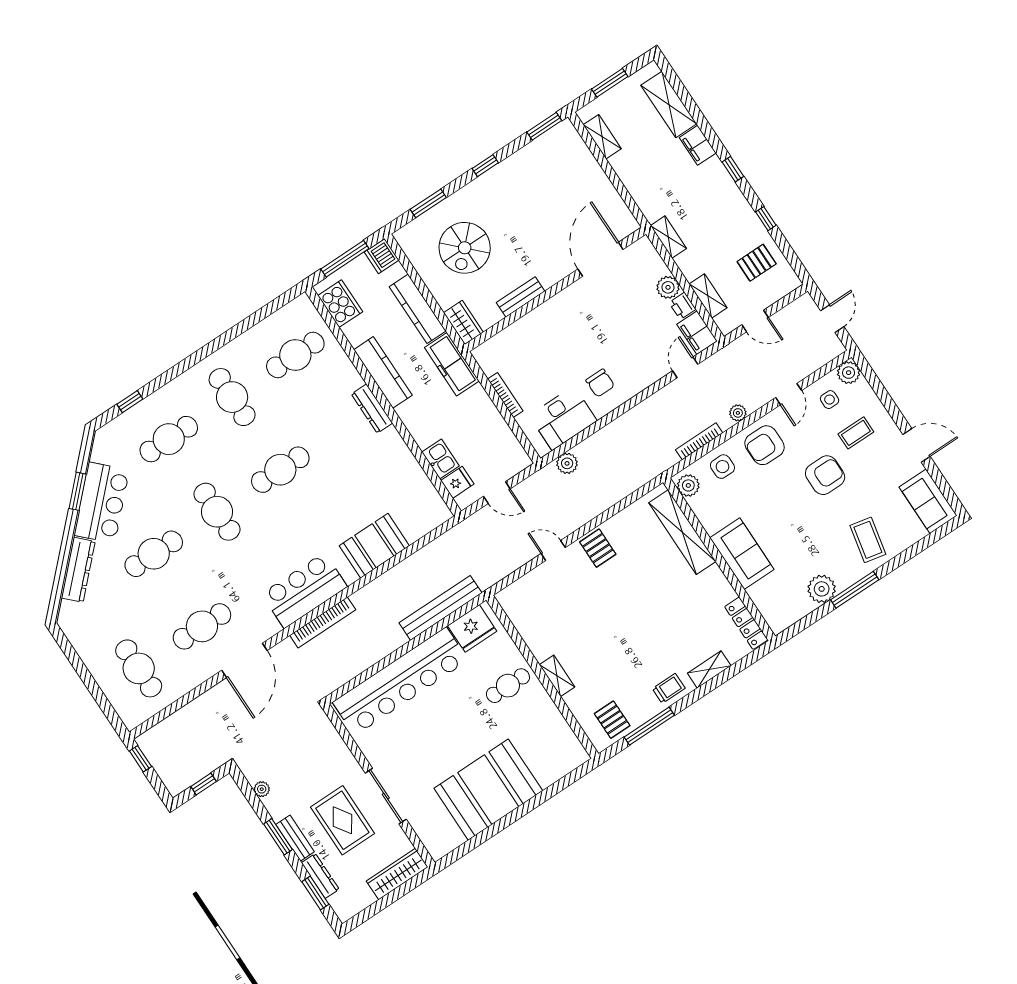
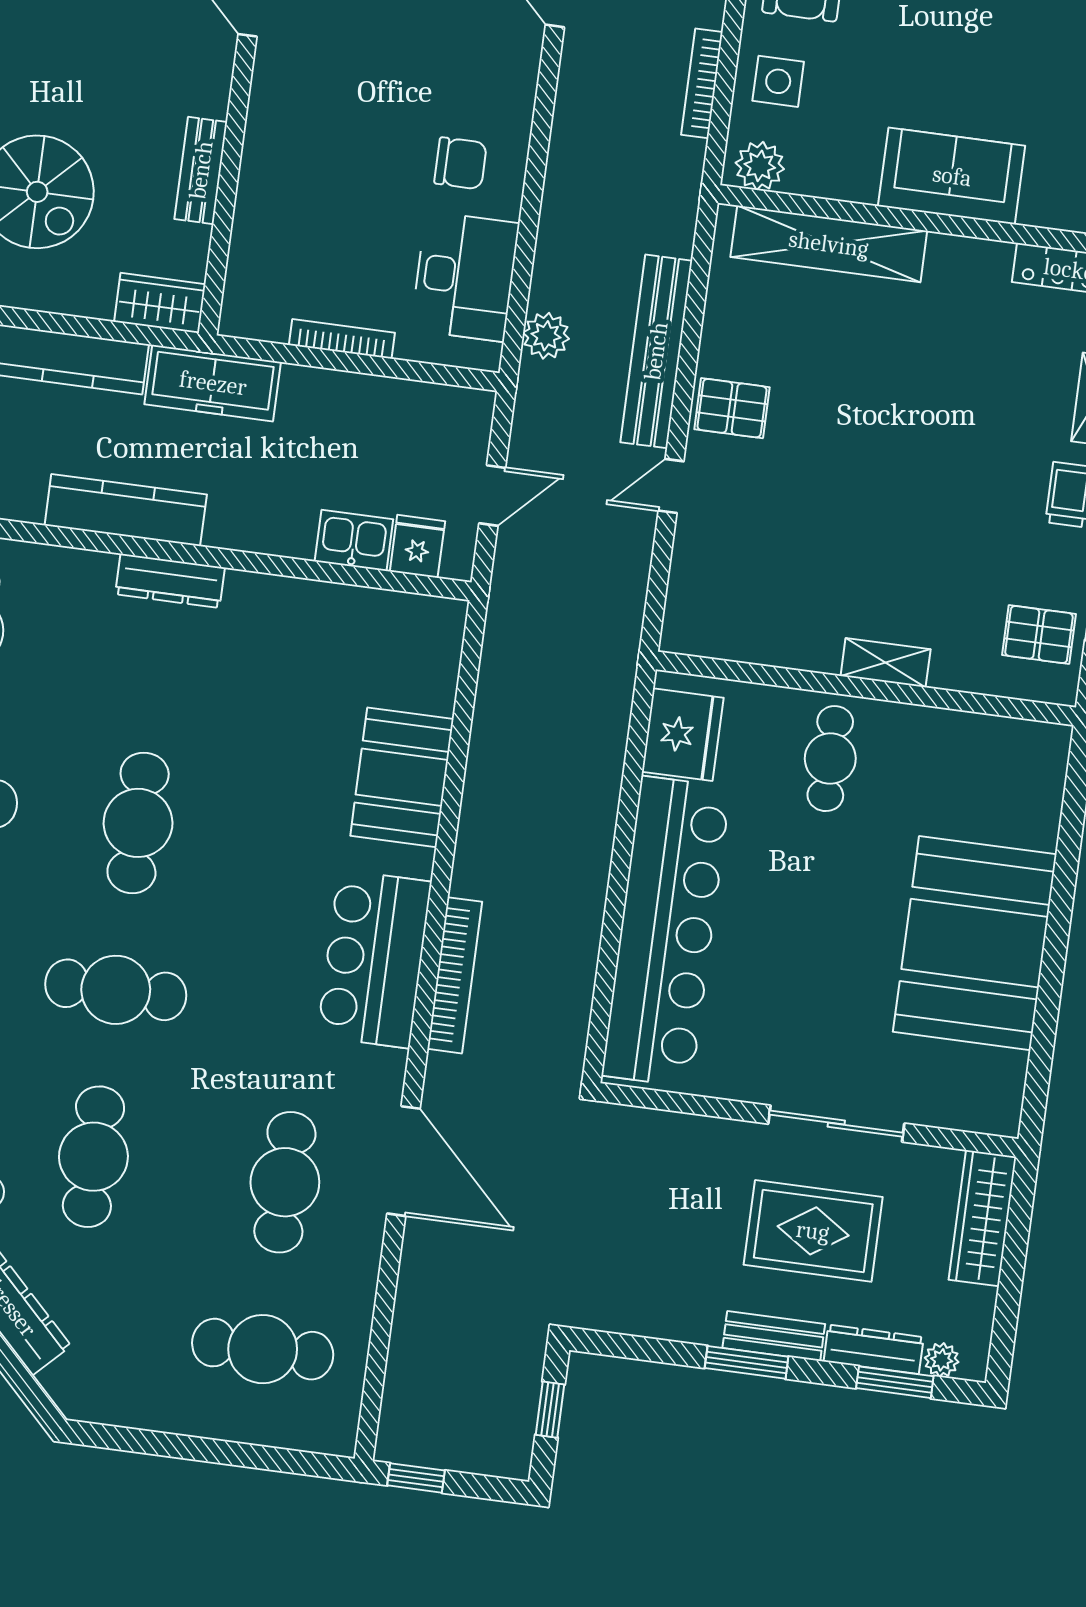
bench: (440, 608) -> (656, 351), moved
plant: (262, 789) -> (942, 1360), moved

